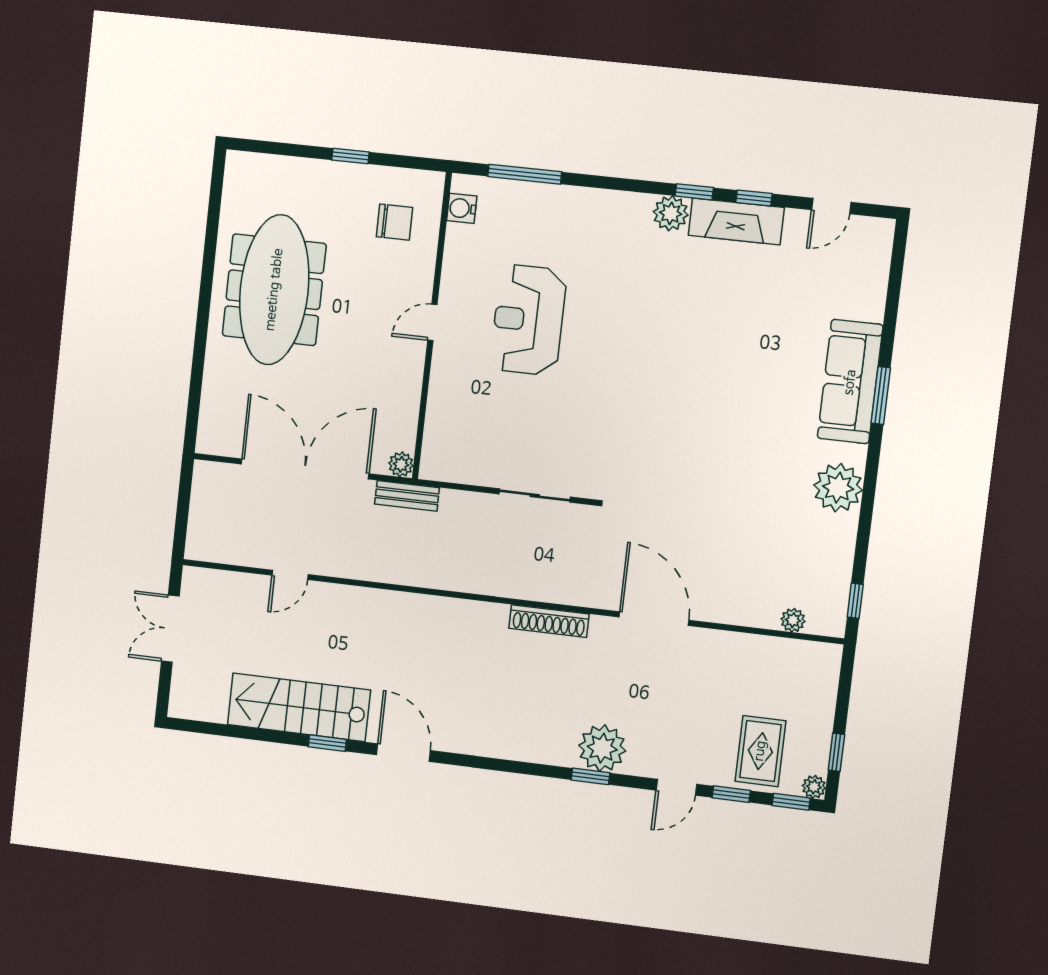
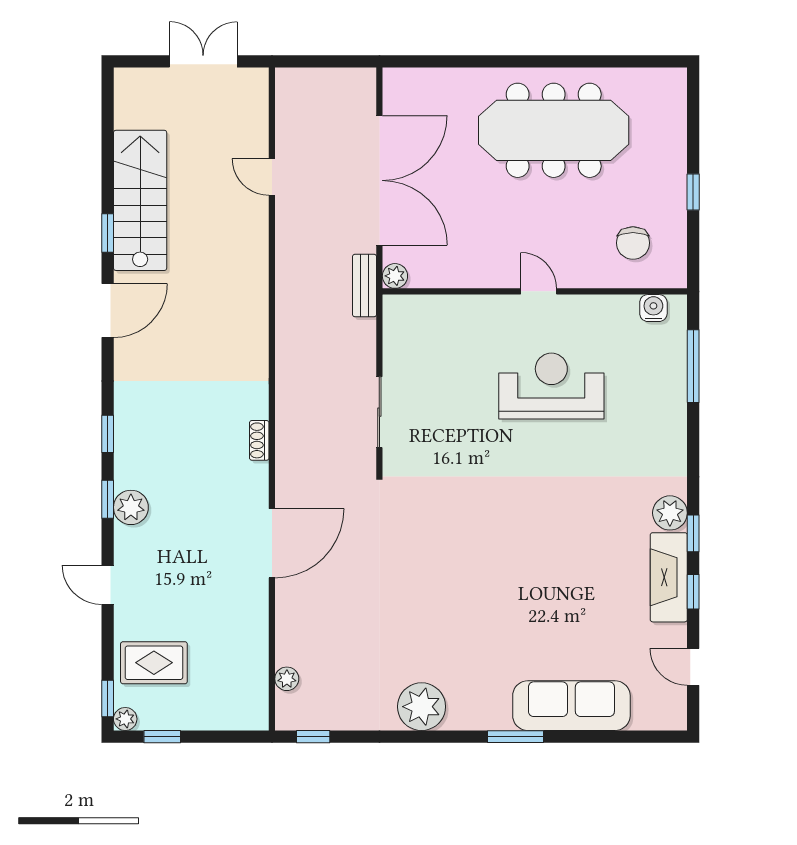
sofa: (850, 382) -> (571, 706), moved
shoe rack: (549, 621) -> (259, 440), width x0.51, depth x0.81
plant: (602, 748) -> (131, 507), width x0.73, depth x0.73
window: (731, 794) -> (108, 434), moved

